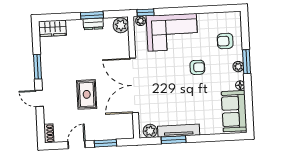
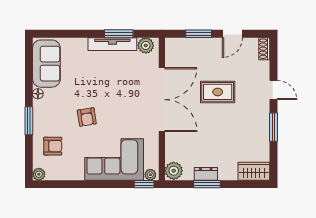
armchair: (197, 67) -> (87, 117), turned -99
plant: (238, 67) -> (39, 174), moved
rug: (87, 94) -> (218, 92), turned 90

